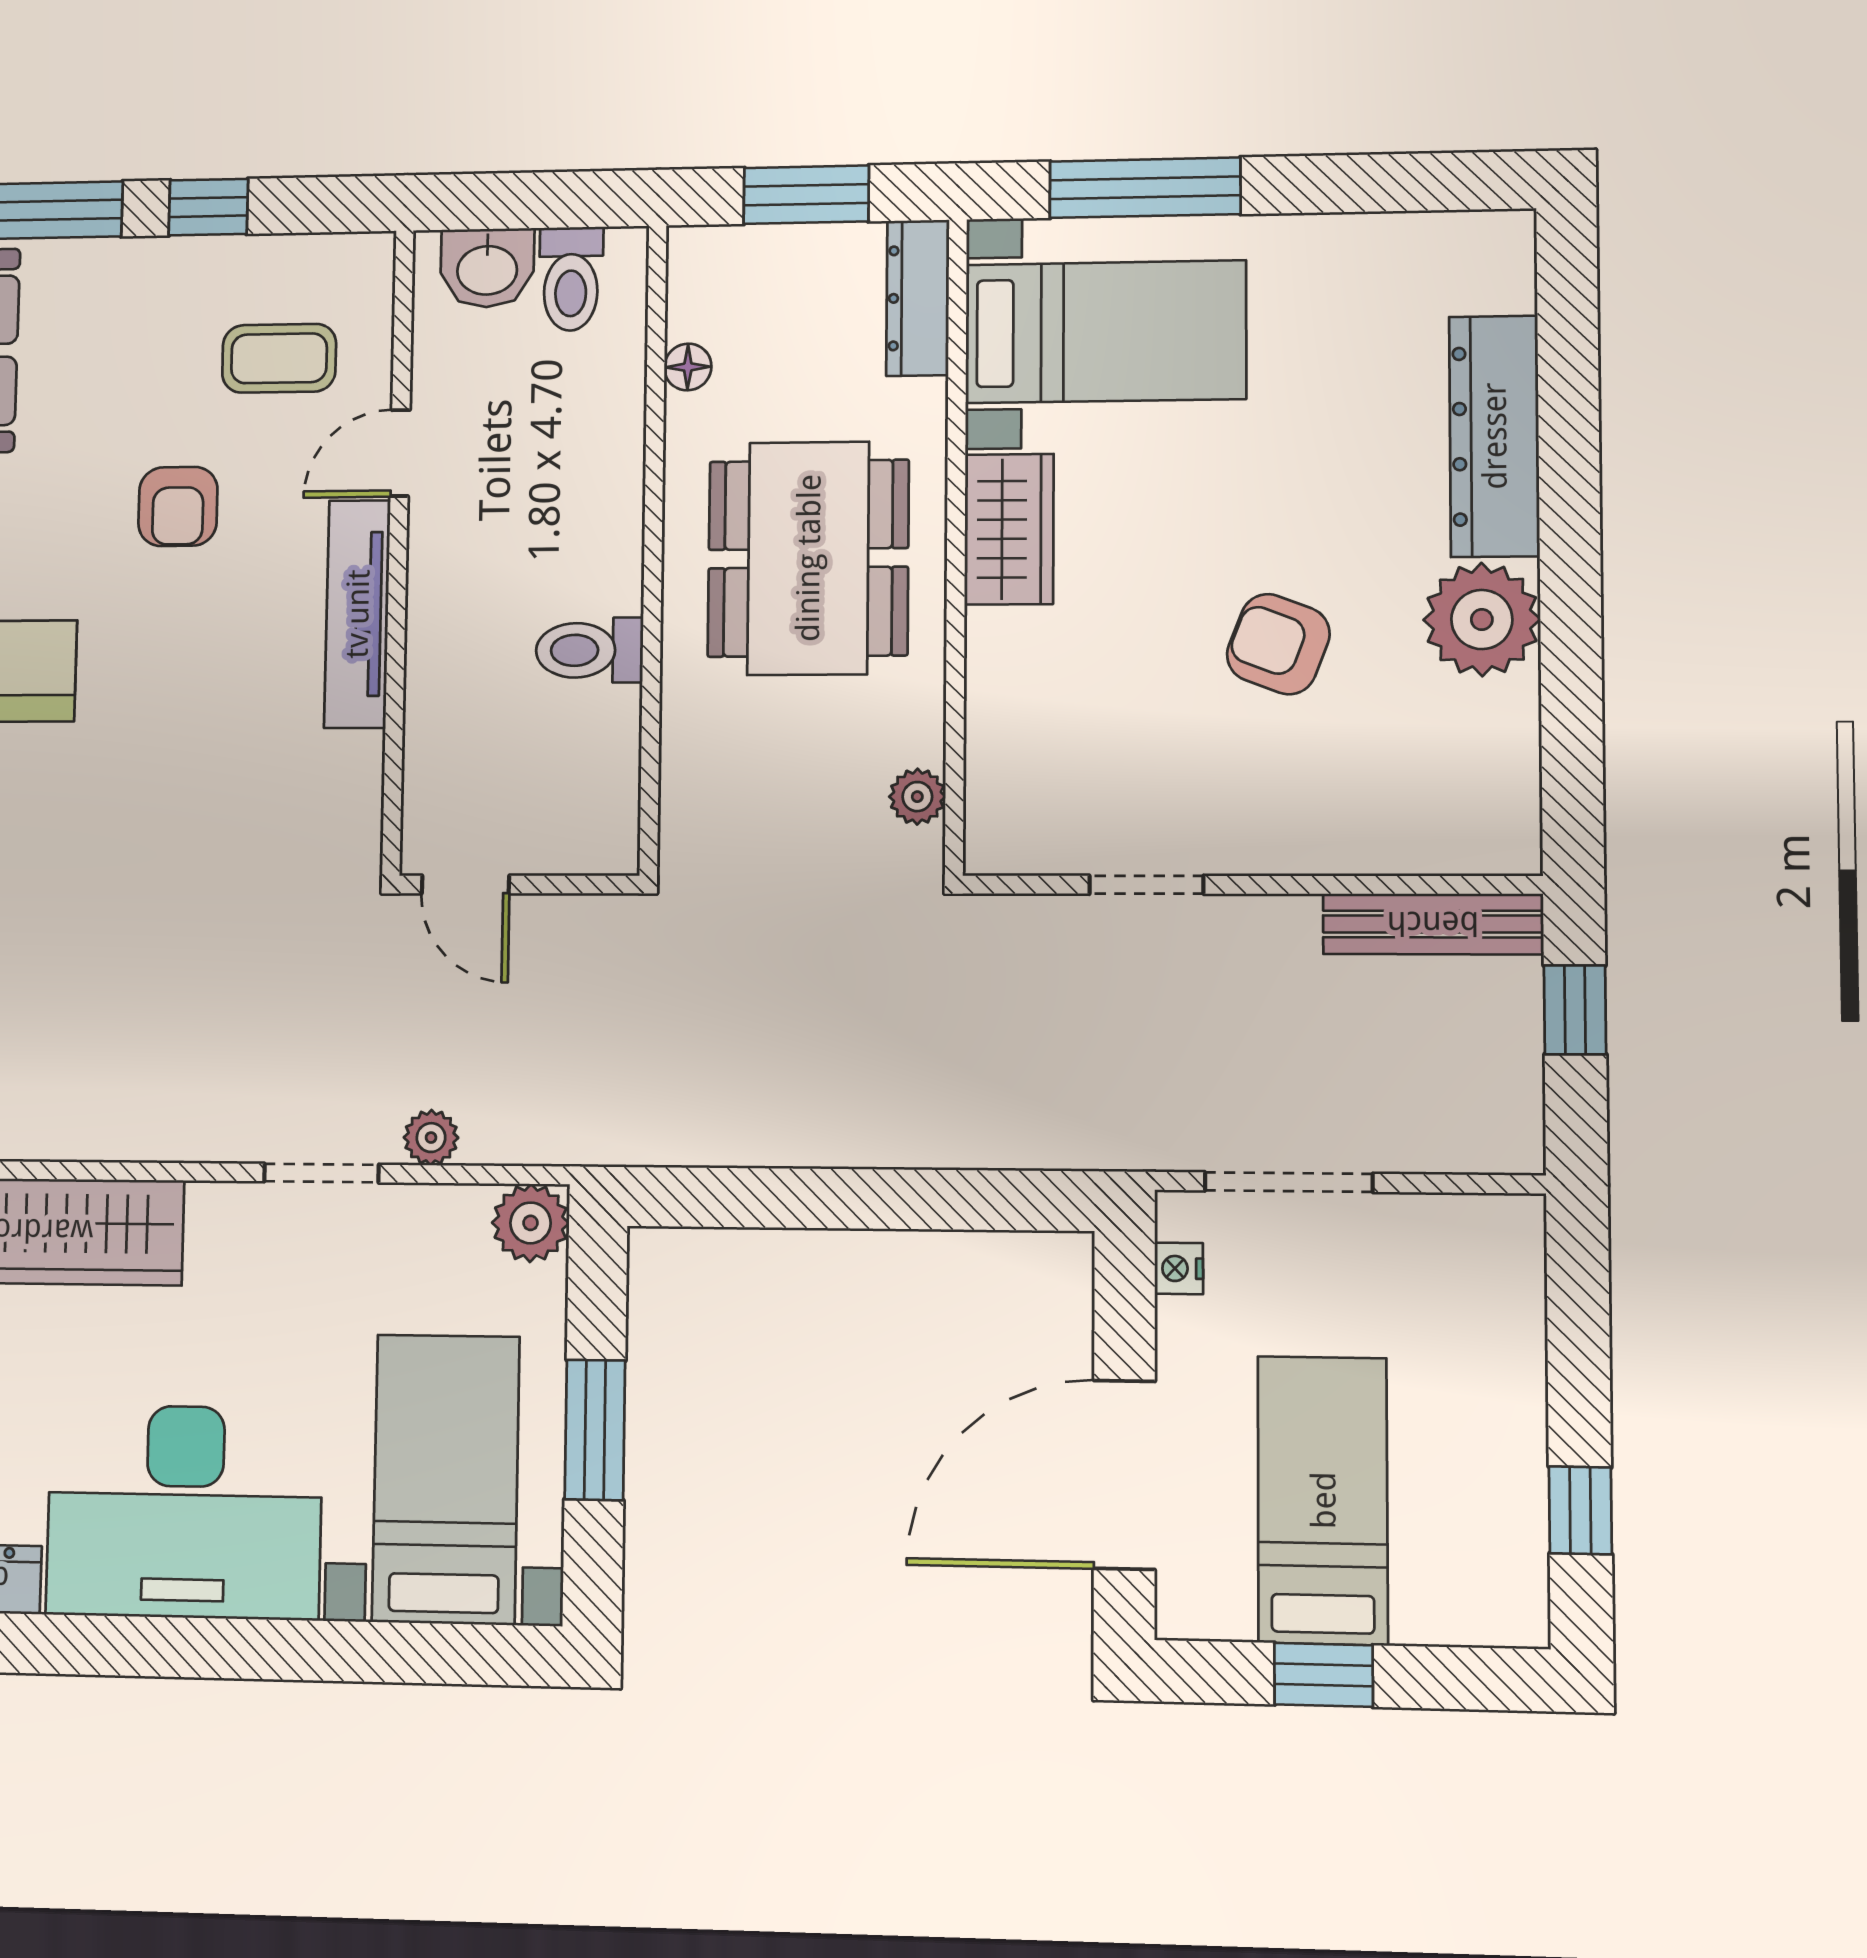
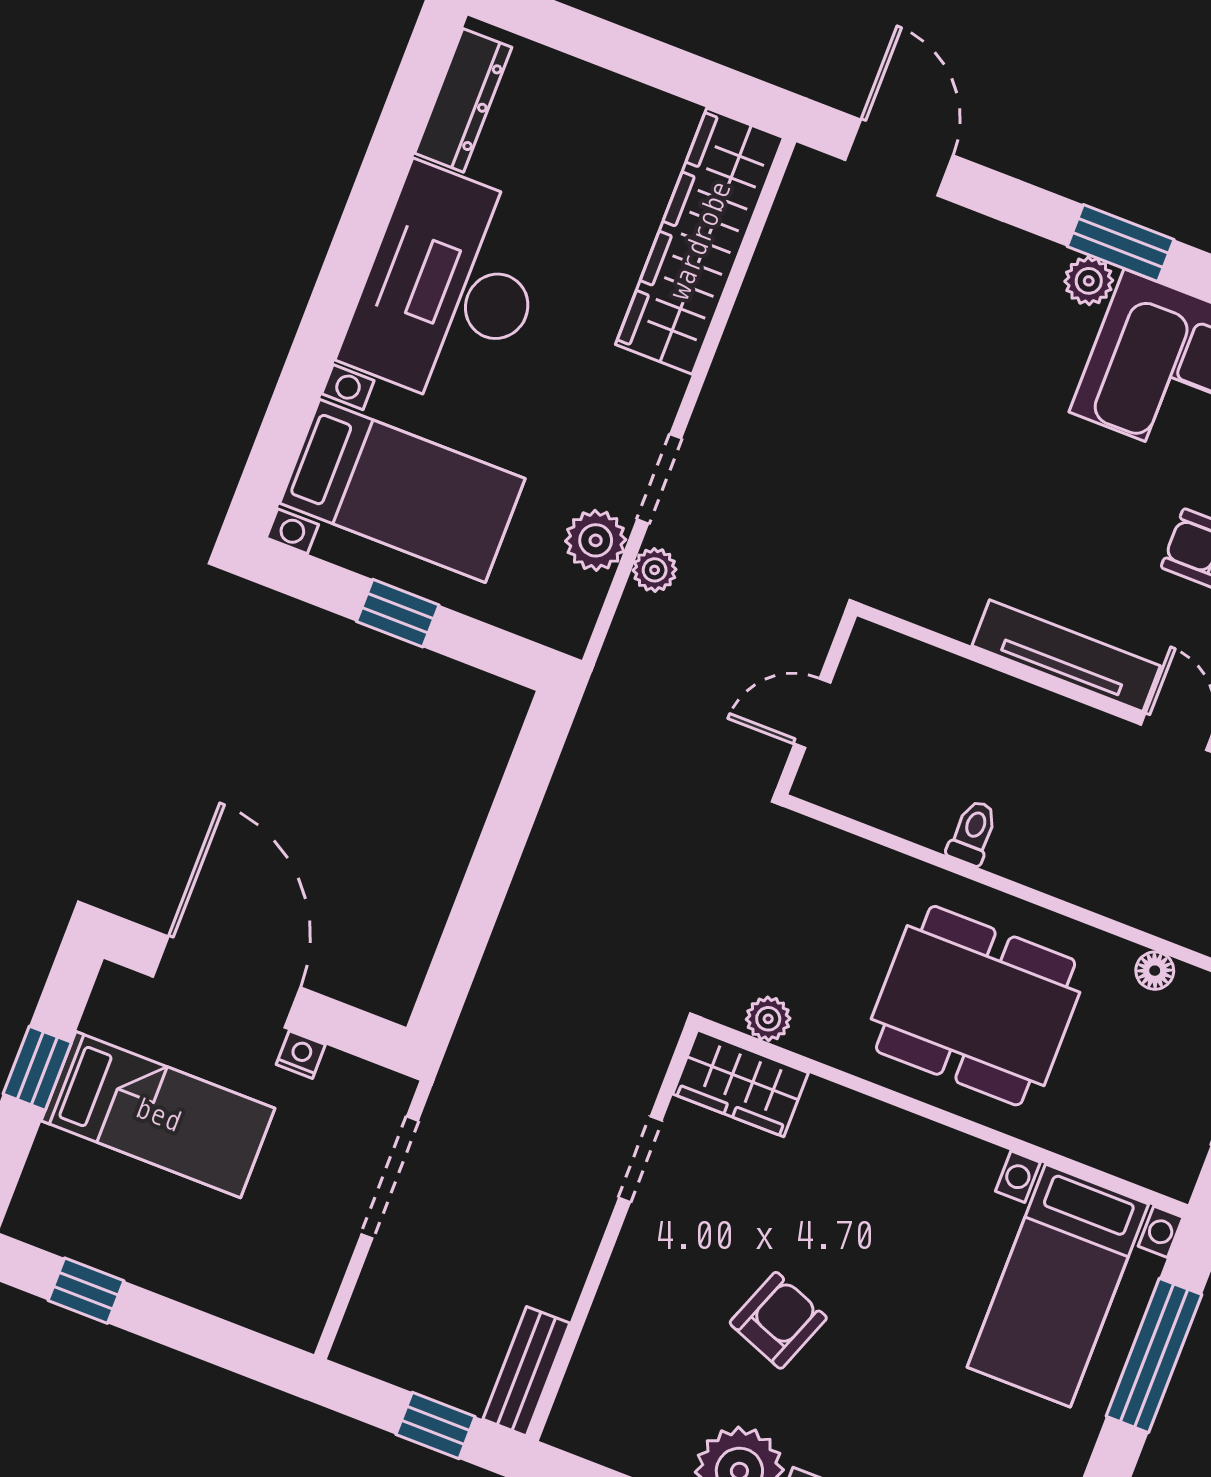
dresser: (918, 298) -> (1138, 1159), removed
wardrobe: (1009, 529) -> (741, 1083), moved
toilet: (589, 650) -> (973, 833), width x0.73, depth x0.72
door: (465, 884) -> (812, 713), moved
bench: (1433, 924) -> (526, 1371), width x0.73
plant: (531, 1223) -> (596, 540), moved
nightstand: (1179, 1268) -> (301, 1055), moved
window: (595, 1430) -> (398, 613), width x0.67

